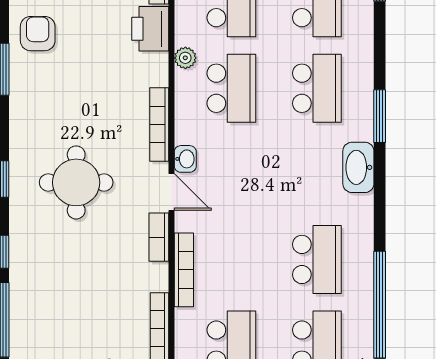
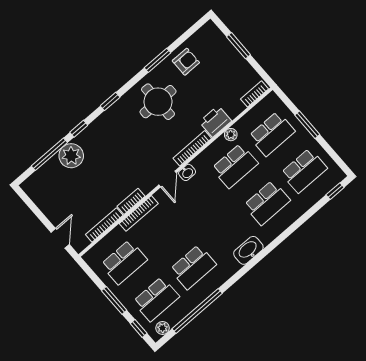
printer: (150, 29) -> (215, 121), moved
window: (380, 116) -> (279, 240), removed
round table: (76, 182) -> (158, 102), moved
bookcase: (159, 237) -> (131, 201), moved
plant: (30, 293) -> (71, 156), added

